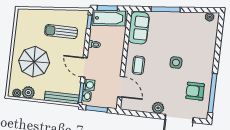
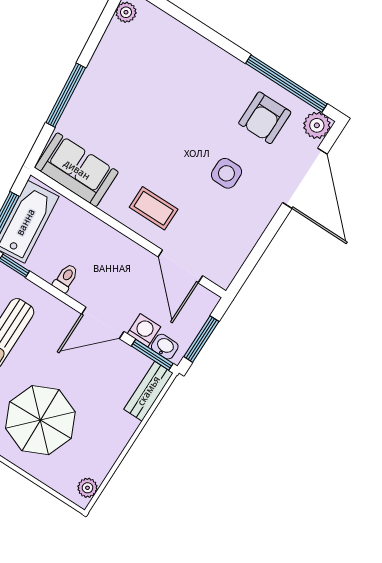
side table: (176, 63) -> (226, 173), moved
door: (121, 87) -> (180, 266), swing flipped
plant: (28, 93) -> (98, 464), removed
bench: (62, 98) -> (149, 391), width x0.73
plant: (158, 108) -> (317, 125), moved

